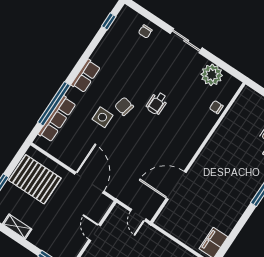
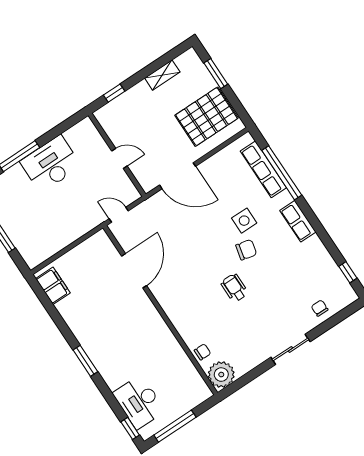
plant: (212, 75) -> (221, 375), moved

